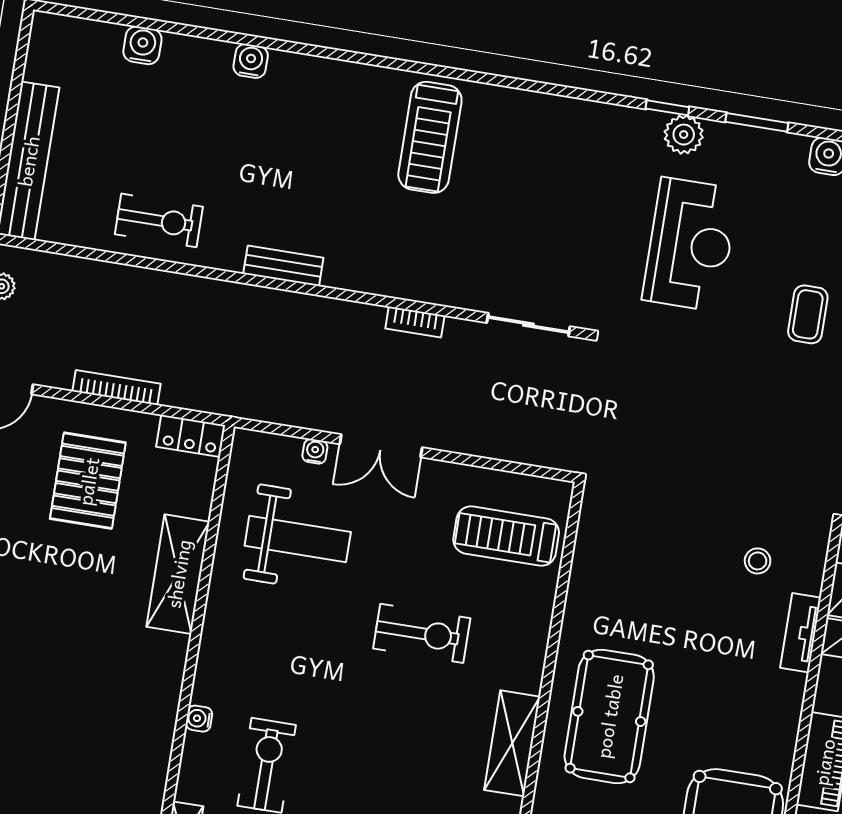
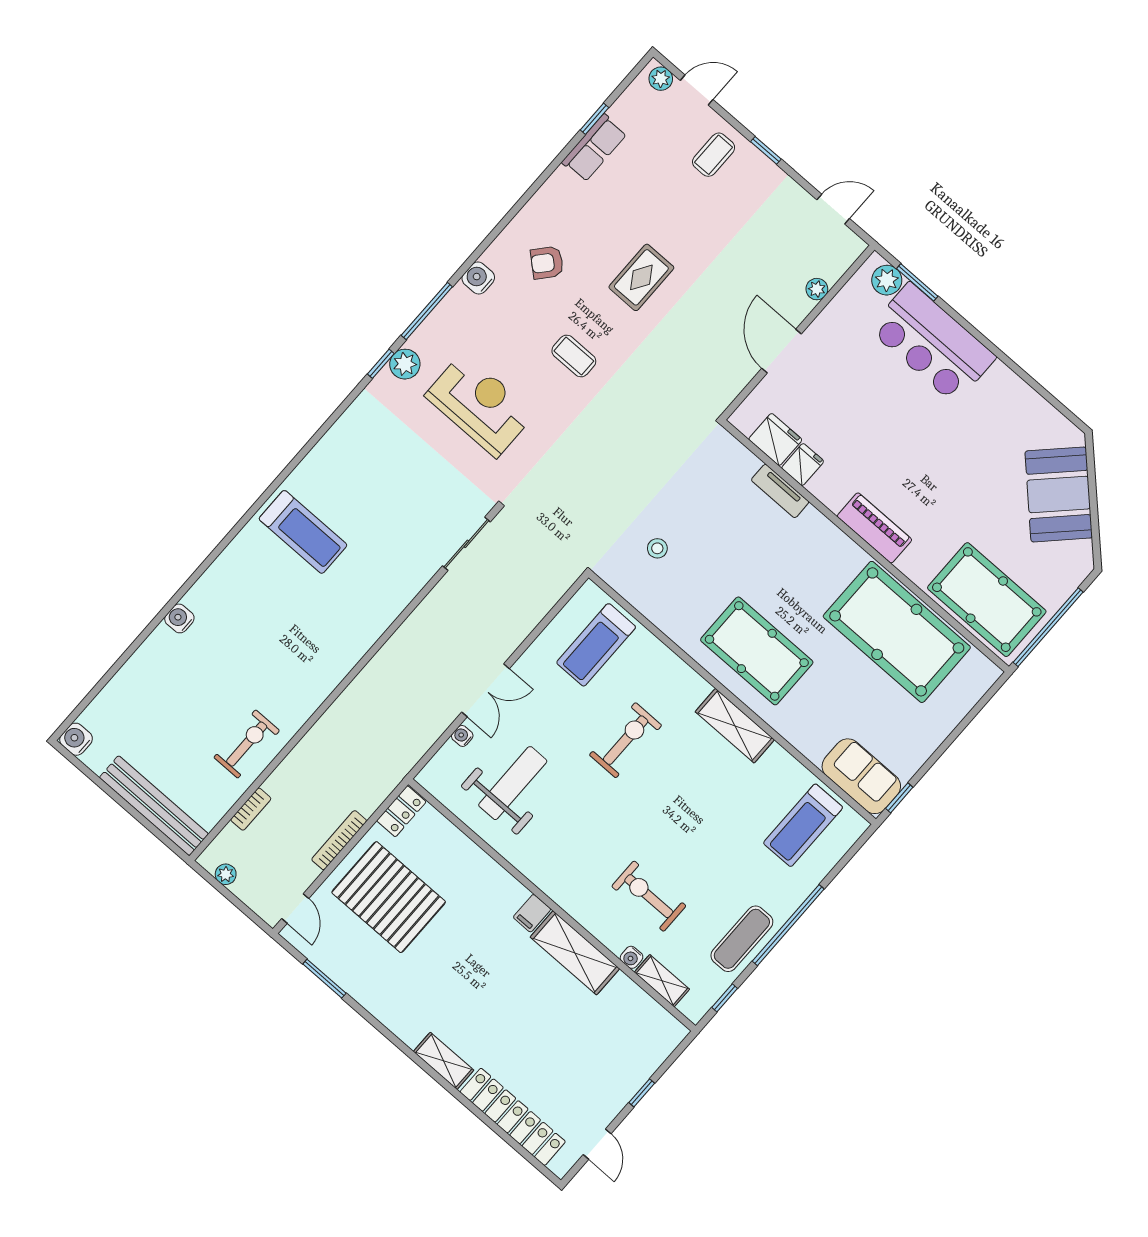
water cooler: (142, 45) -> (76, 739), moved
window: (757, 122) -> (427, 311), width x1.44
bench: (283, 266) -> (327, 681), removed
bookcase: (415, 322) -> (251, 809), moved
pallet: (88, 481) -> (389, 897), width x1.37, depth x1.41
stool: (758, 561) -> (657, 548), moved
shelving: (178, 574) -> (575, 953), moved
filing cabinet: (168, 649) -> (532, 913), added
water cooler: (199, 719) -> (632, 957), moved

